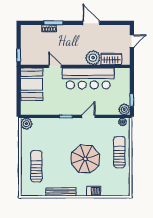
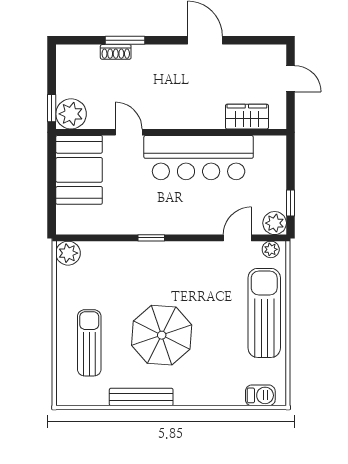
door: (132, 41) -> (290, 79), hinge flipped
plant: (93, 58) -> (71, 114), moved
door: (88, 116) -> (237, 238), moved
sun lounger: (119, 152) -> (264, 313), width x1.36, depth x1.34
parasol: (85, 159) -> (162, 335), moved
barbecue: (94, 191) -> (260, 395), moved

